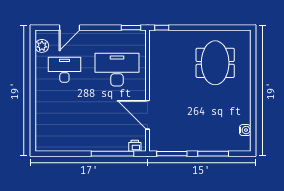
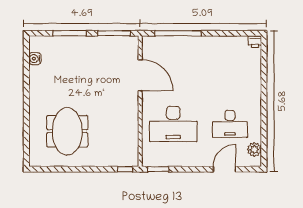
printer: (135, 146) -> (255, 42), moved

